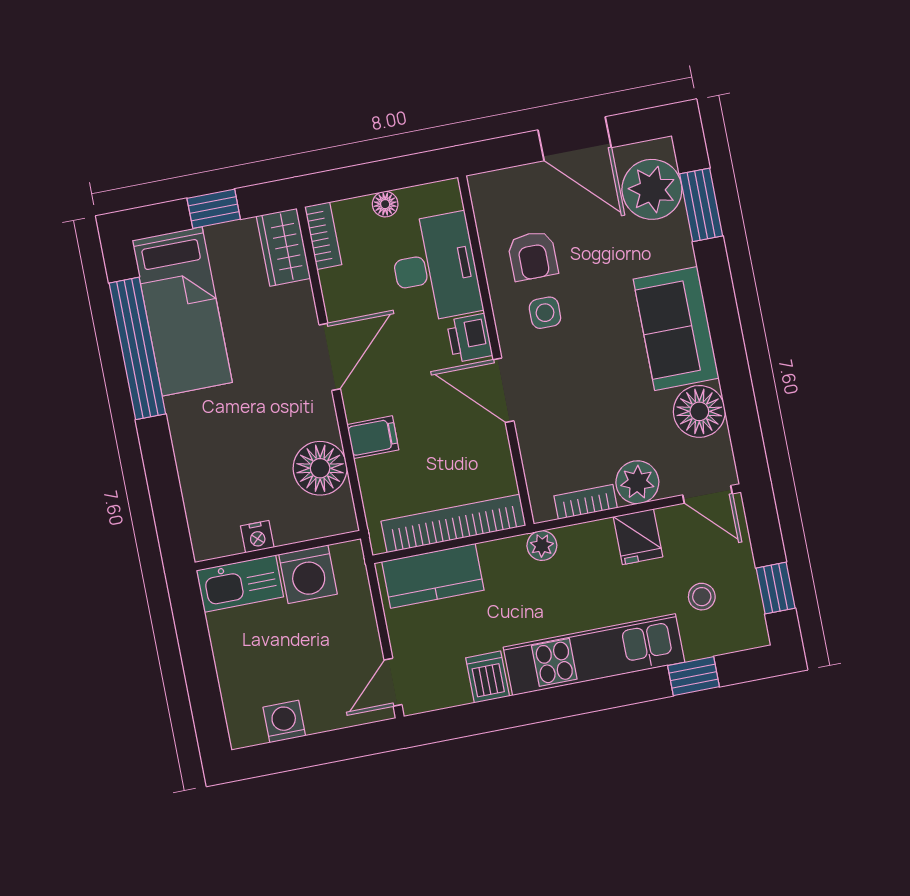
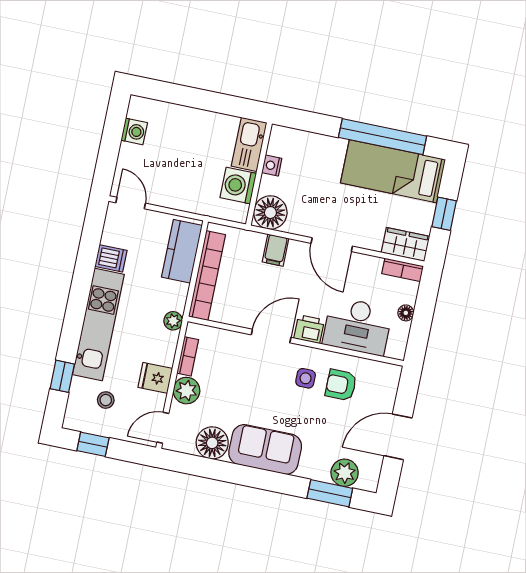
plant: (652, 189) -> (345, 473), width x0.73, depth x0.73
nightstand: (257, 537) -> (272, 166), moved
wall: (278, 551) -> (259, 174), moved
washing machine: (308, 574) -> (238, 186), moved
kitchen sink: (240, 584) -> (249, 144), moved

